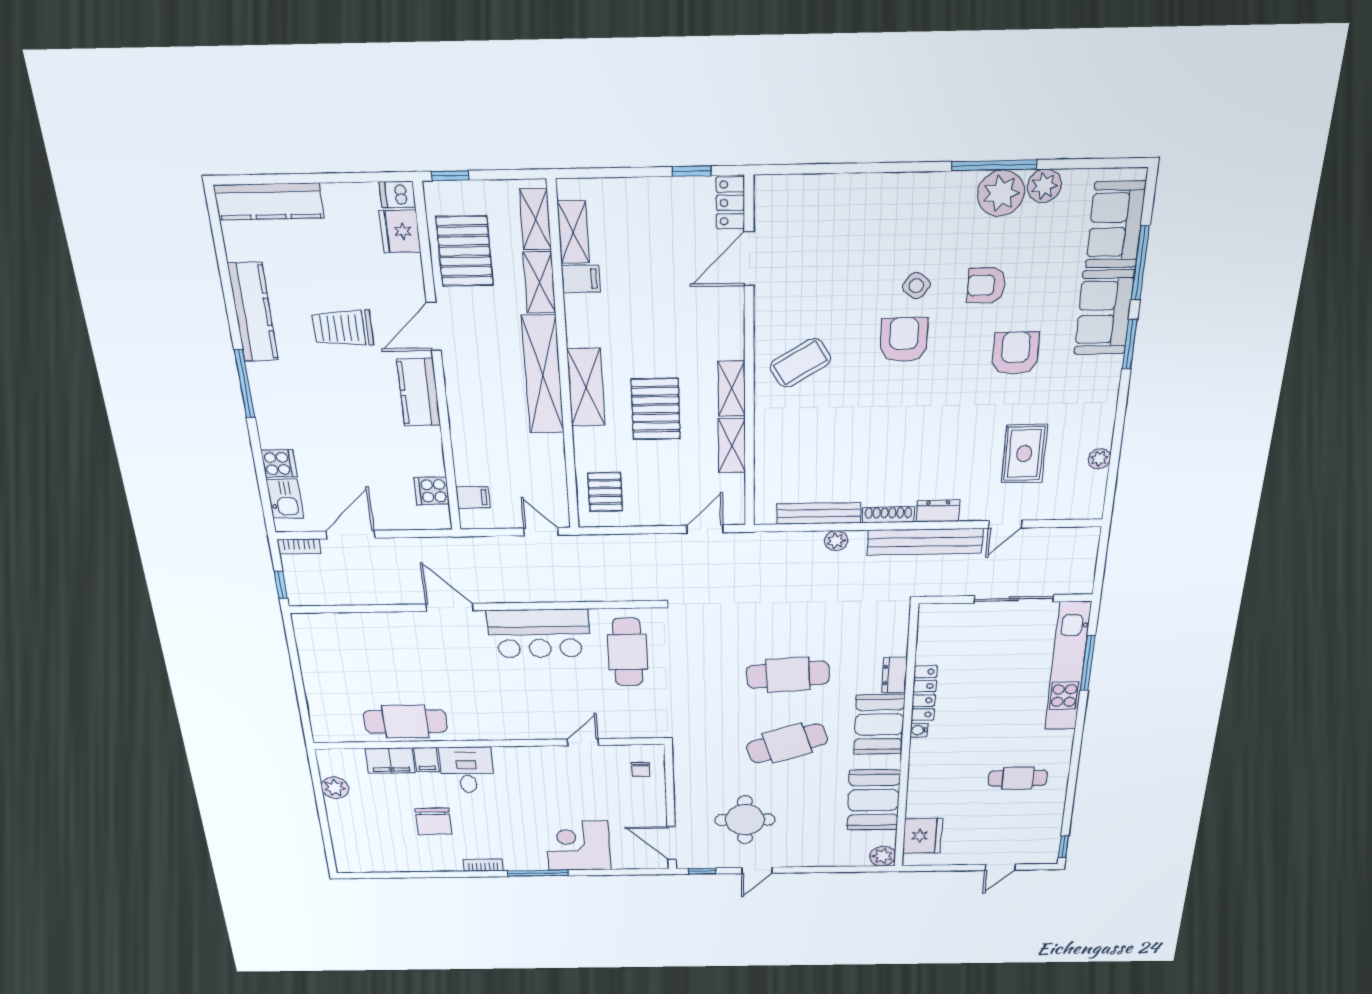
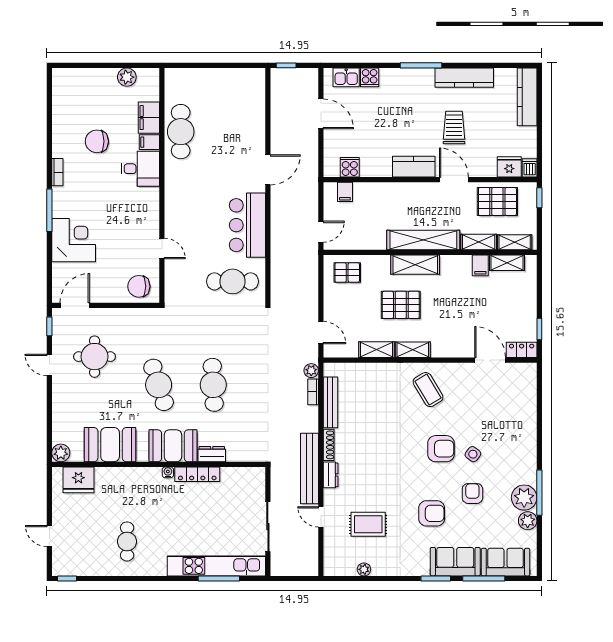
plant: (836, 541) -> (311, 371), moved
bookcase: (299, 546) -> (313, 392), moved
chair: (641, 769) -> (139, 286), width x1.87, depth x1.87

